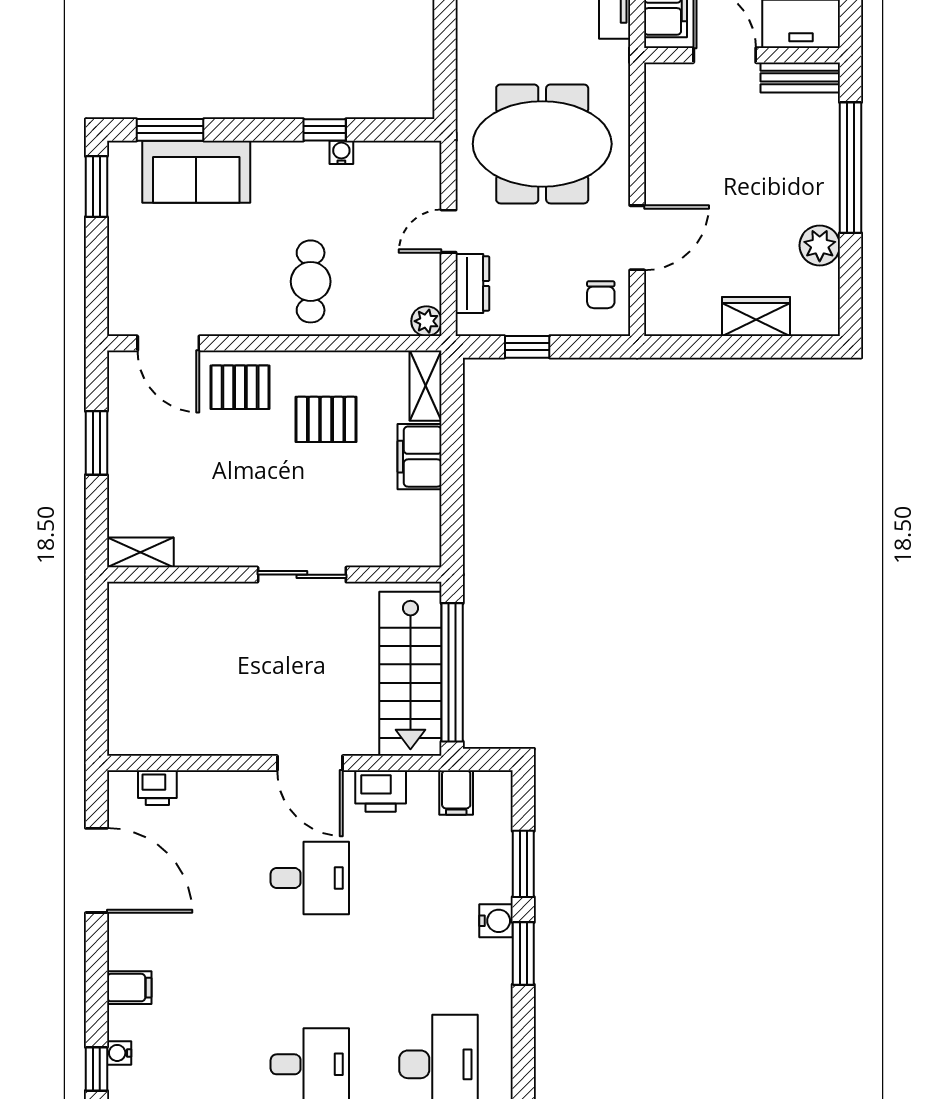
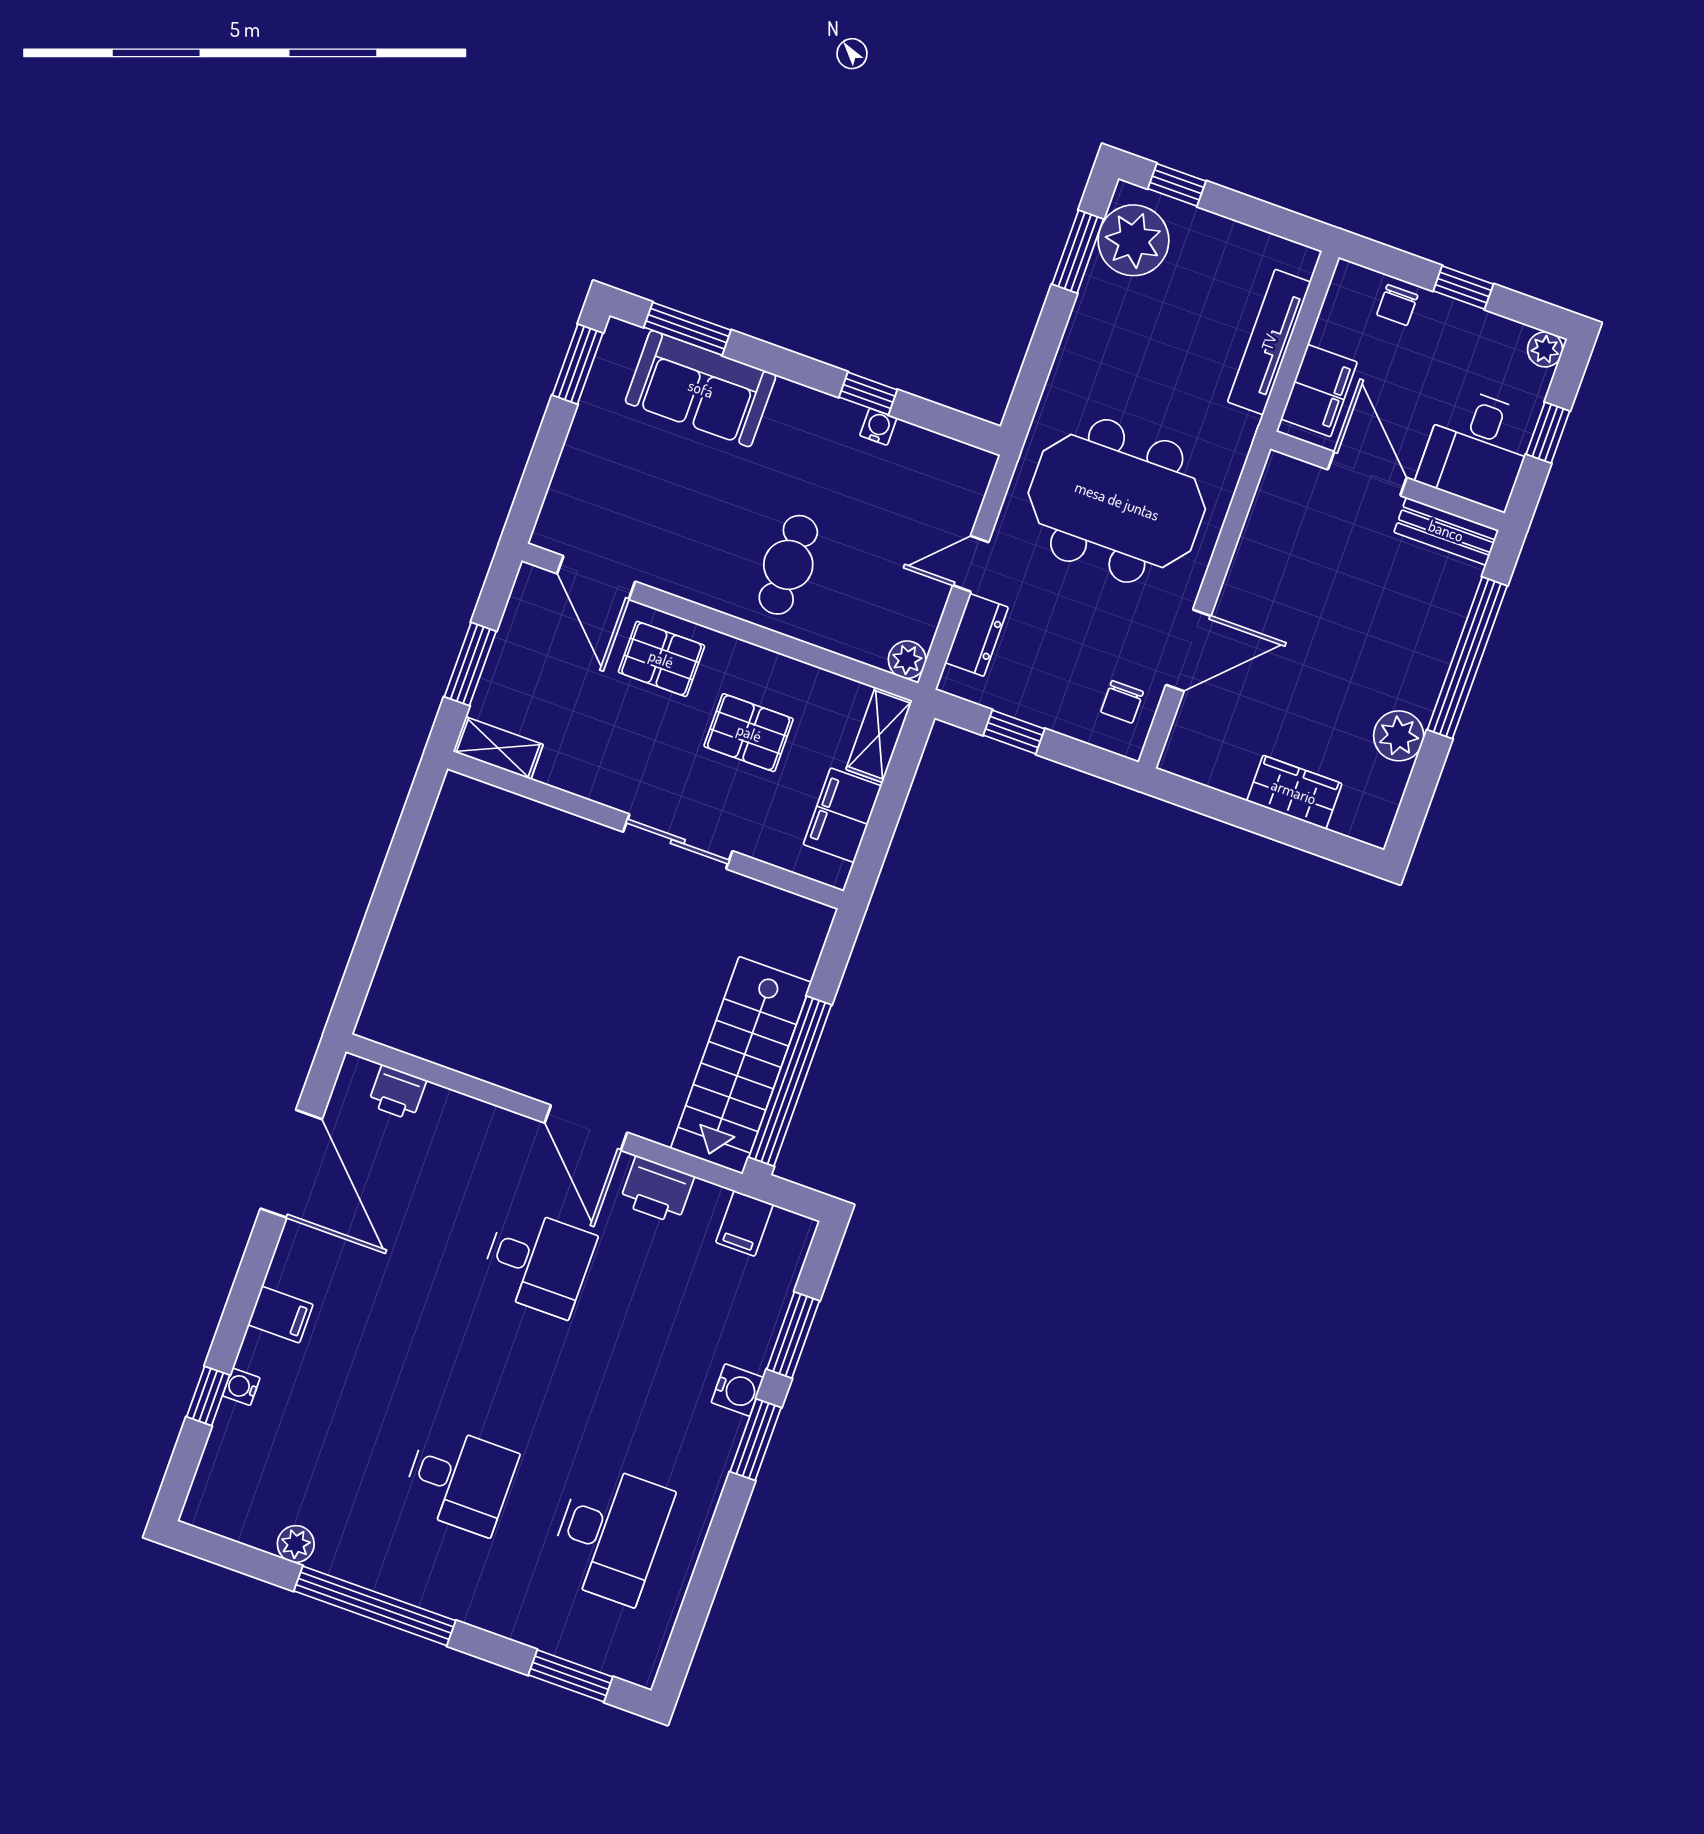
shelving: (140, 552) -> (498, 748), moved
wall: (274, 575) -> (645, 830), moved
sliding door: (302, 575) -> (678, 841), moved

